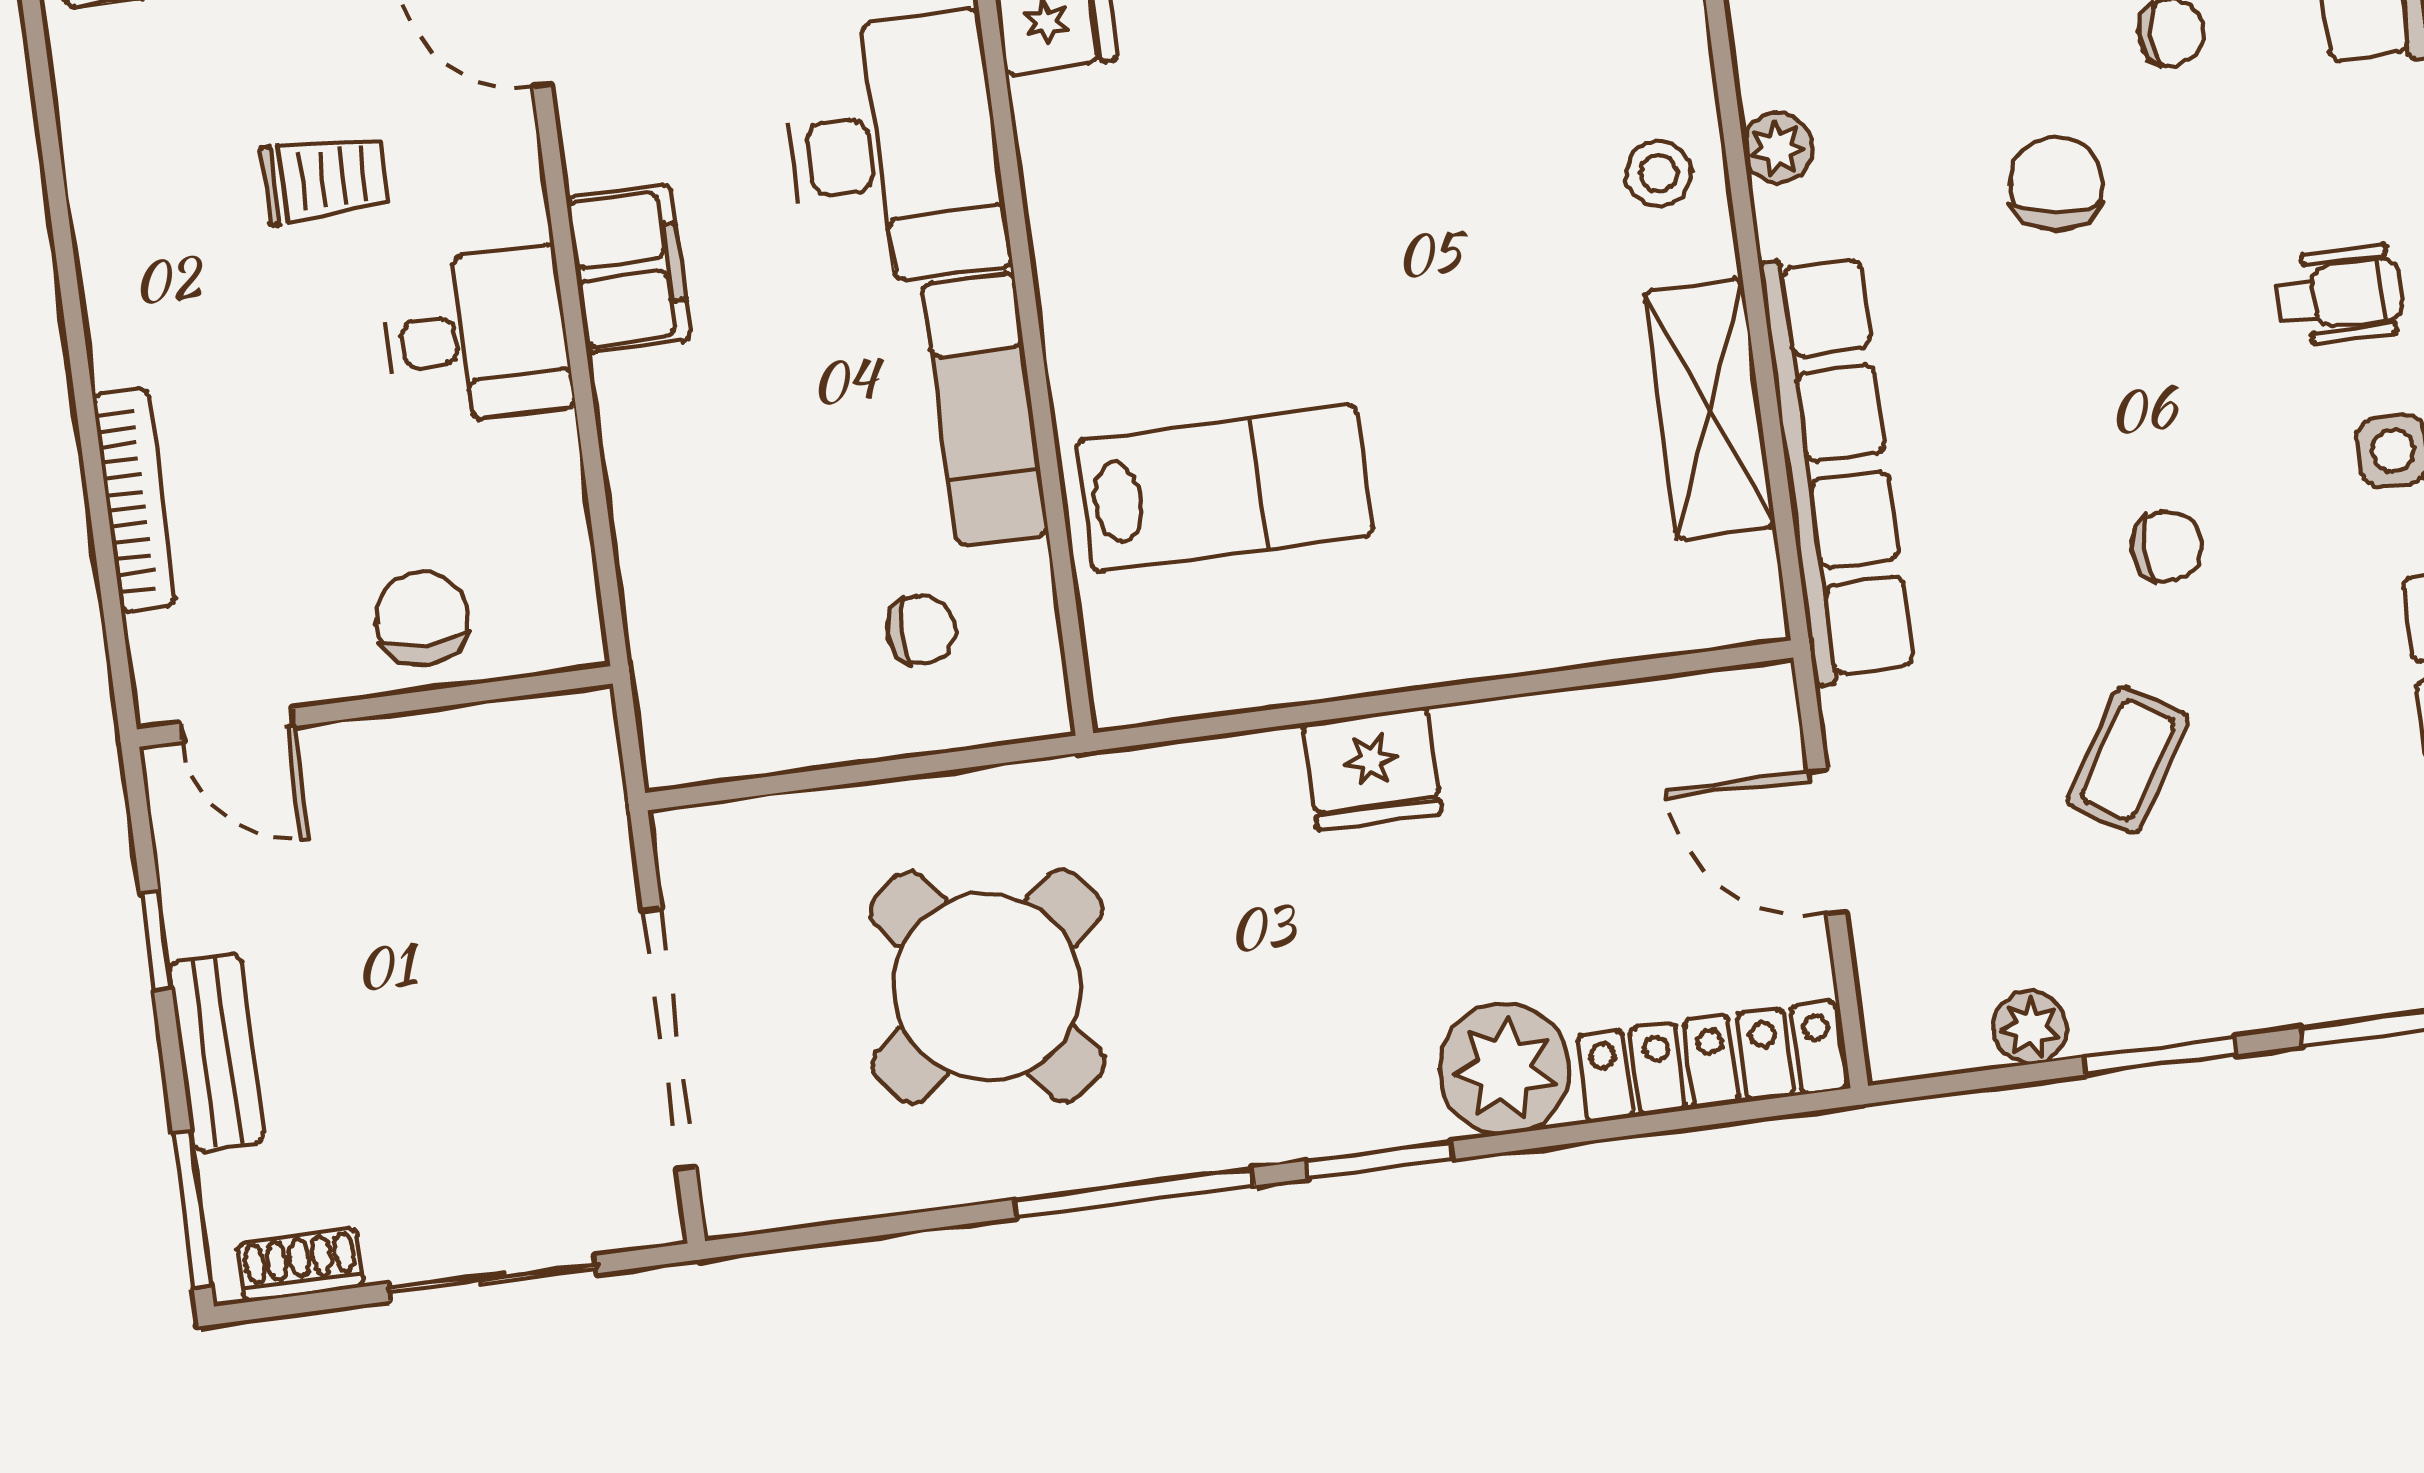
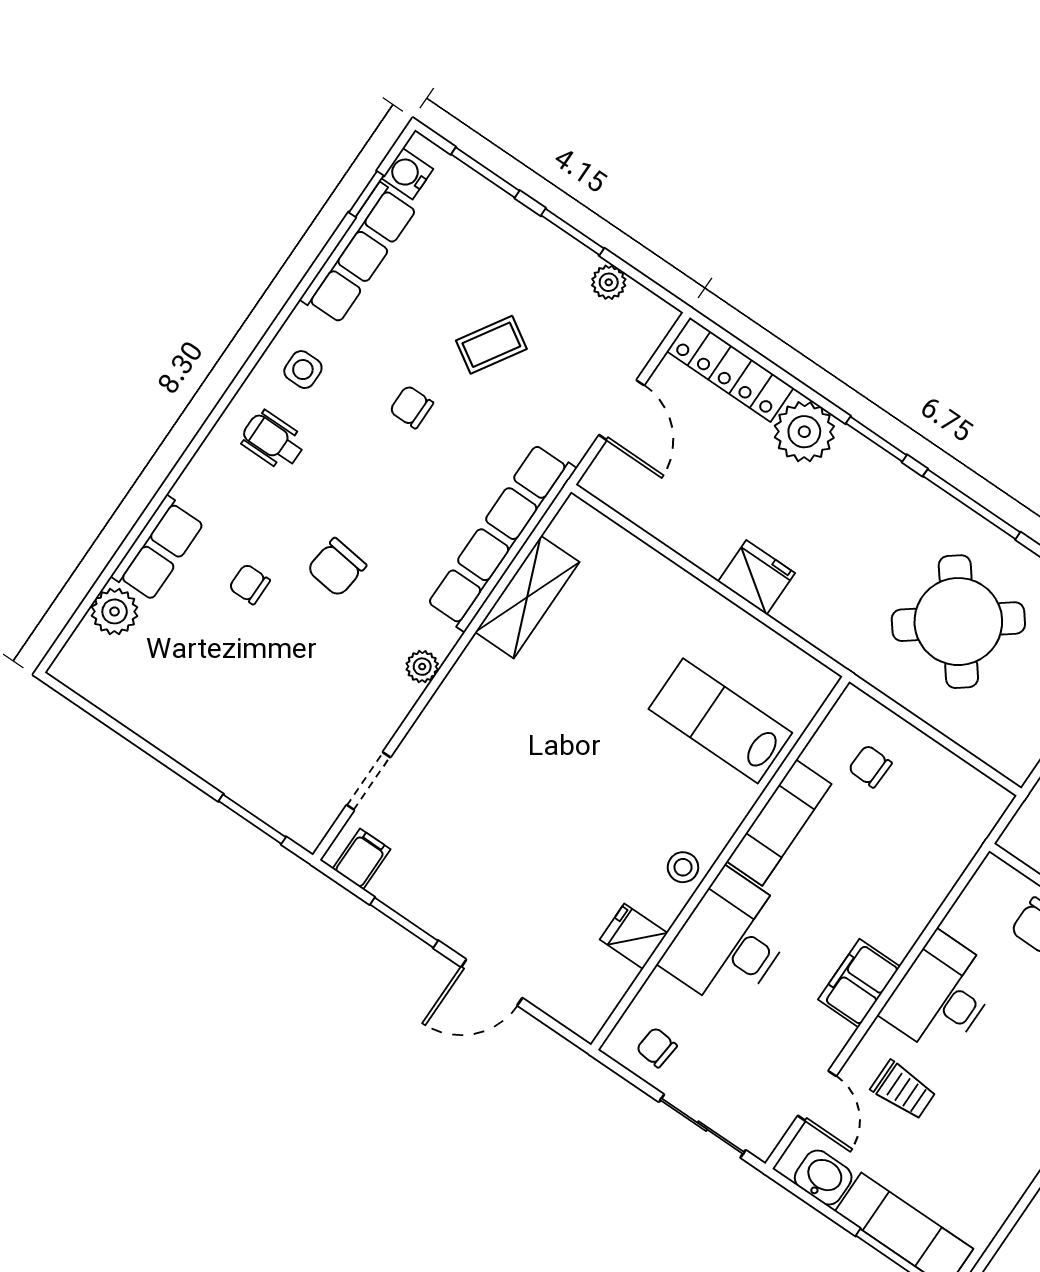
stool: (1659, 173) -> (683, 867), moved
trolley: (325, 178) -> (903, 1090), moved, turned 180
desk: (477, 337) -> (941, 995), width x1.37

